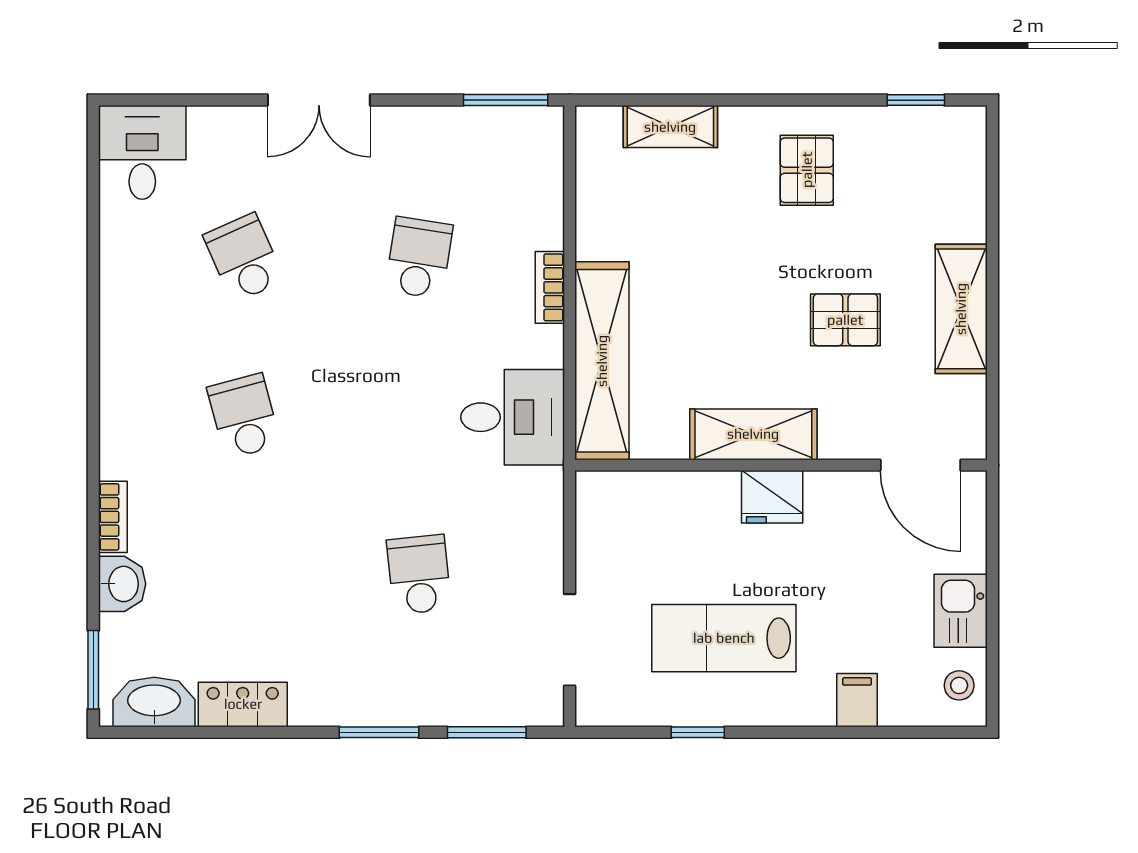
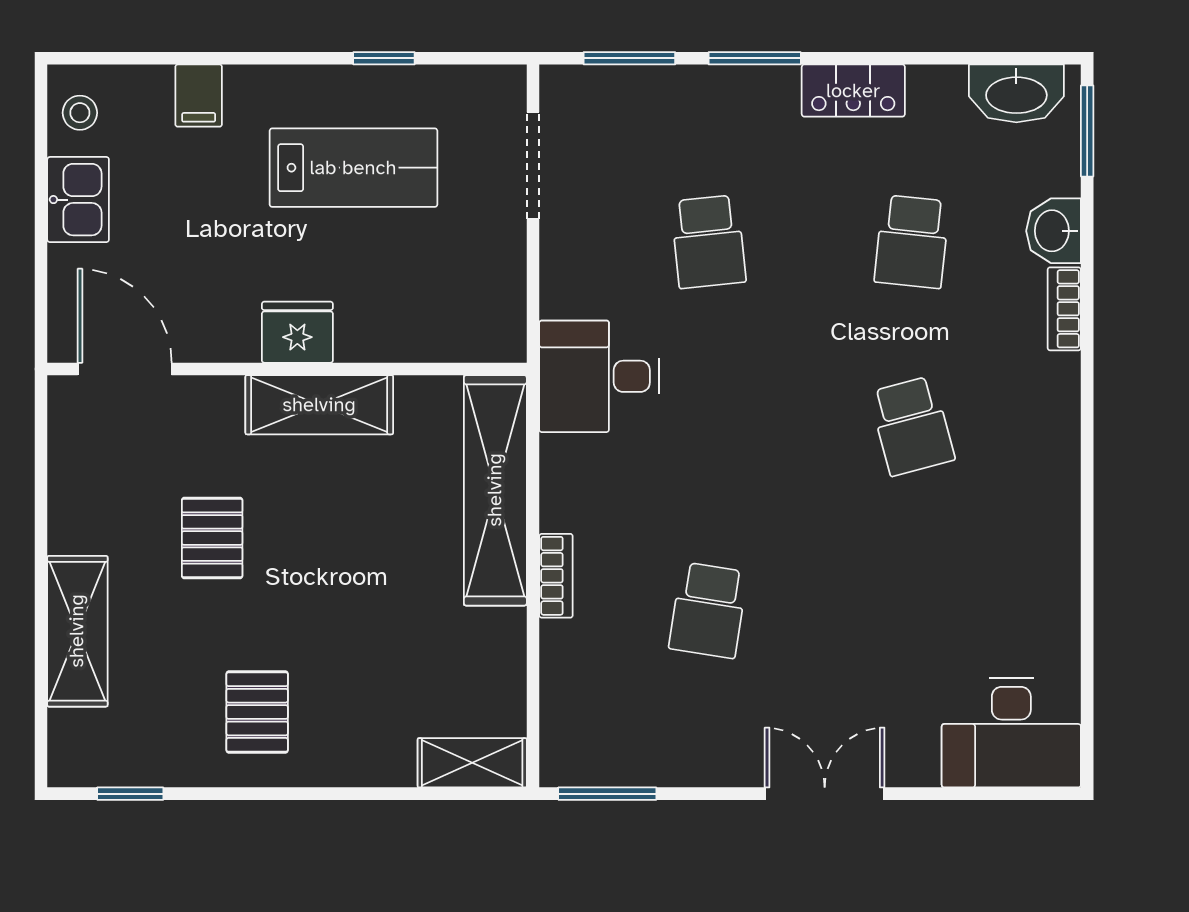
shelving: (670, 127) -> (472, 763), moved
desk: (142, 152) -> (1011, 733), width x1.37
school desk: (244, 258) -> (912, 242), moved, turned 30
shelving: (961, 309) -> (77, 631), moved
pallet: (845, 320) -> (212, 538), turned 90
desk: (513, 417) -> (599, 376), moved
locker: (243, 704) -> (853, 91), moved

